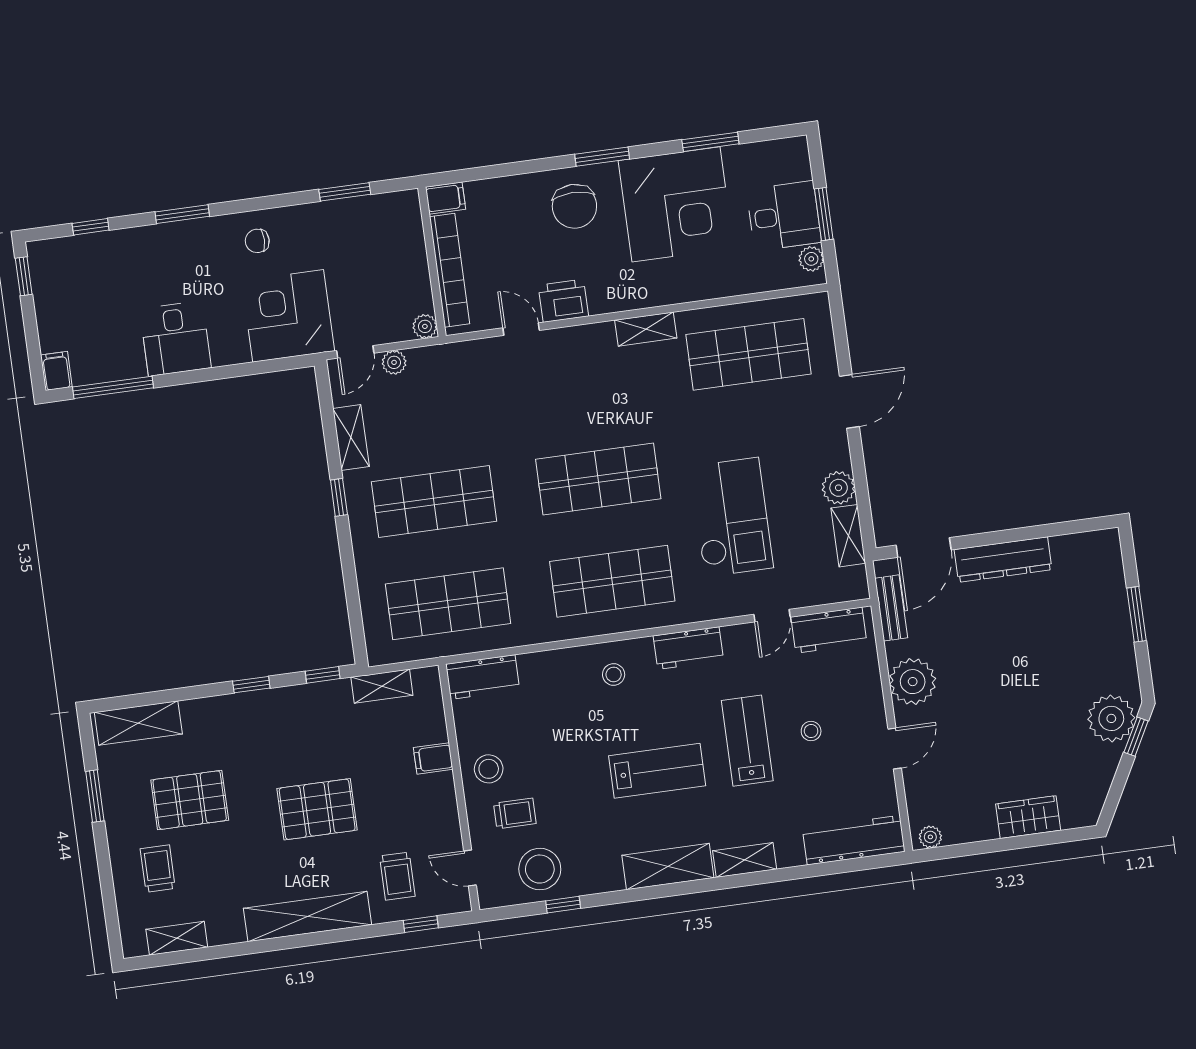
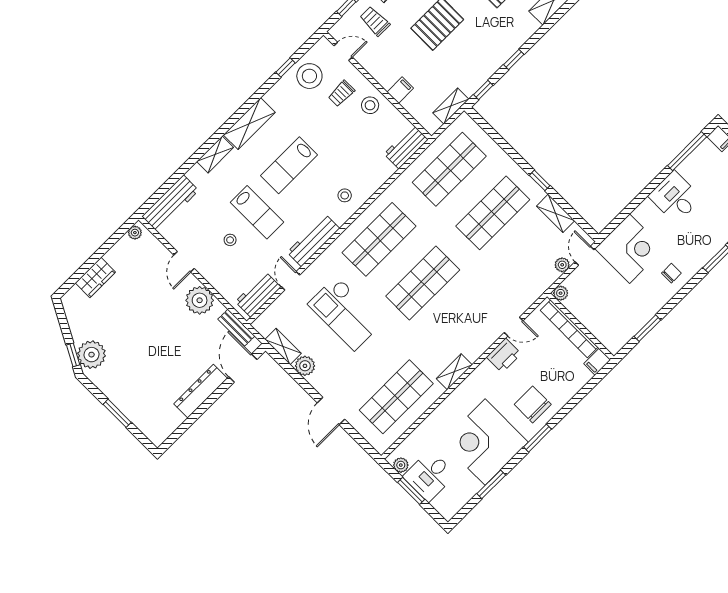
workbench: (688, 648) -> (313, 240), width x1.37

